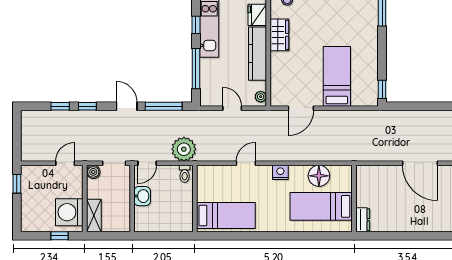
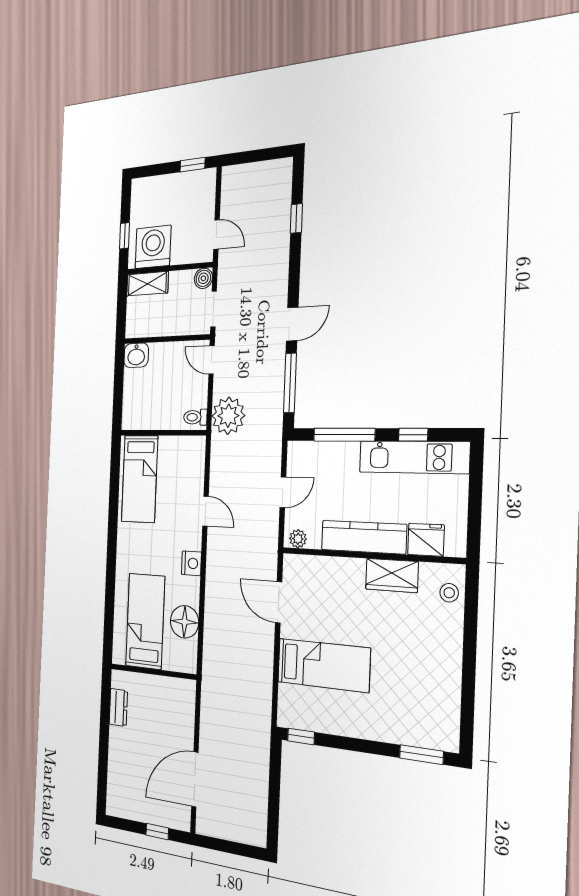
window: (87, 106) -> (295, 262), removed
washbasin: (142, 196) -> (136, 355), moved
dresser: (363, 220) -> (118, 707), moved, turned -90

